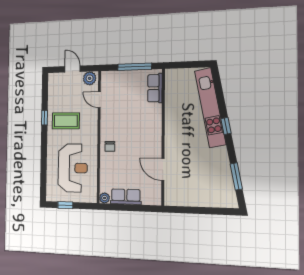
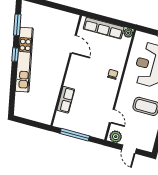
row of seats: (155, 88) -> (66, 100), moved
kitchen unit: (210, 108) -> (24, 60), moved
window: (226, 126) -> (15, 55), moved
row of seats: (126, 197) -> (104, 28), width x1.48

